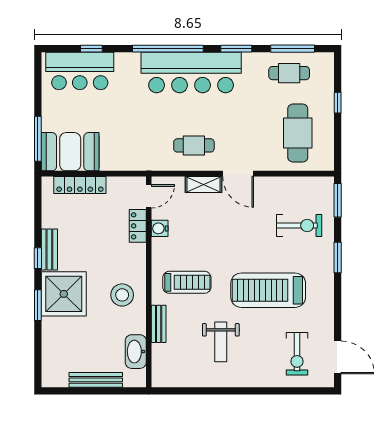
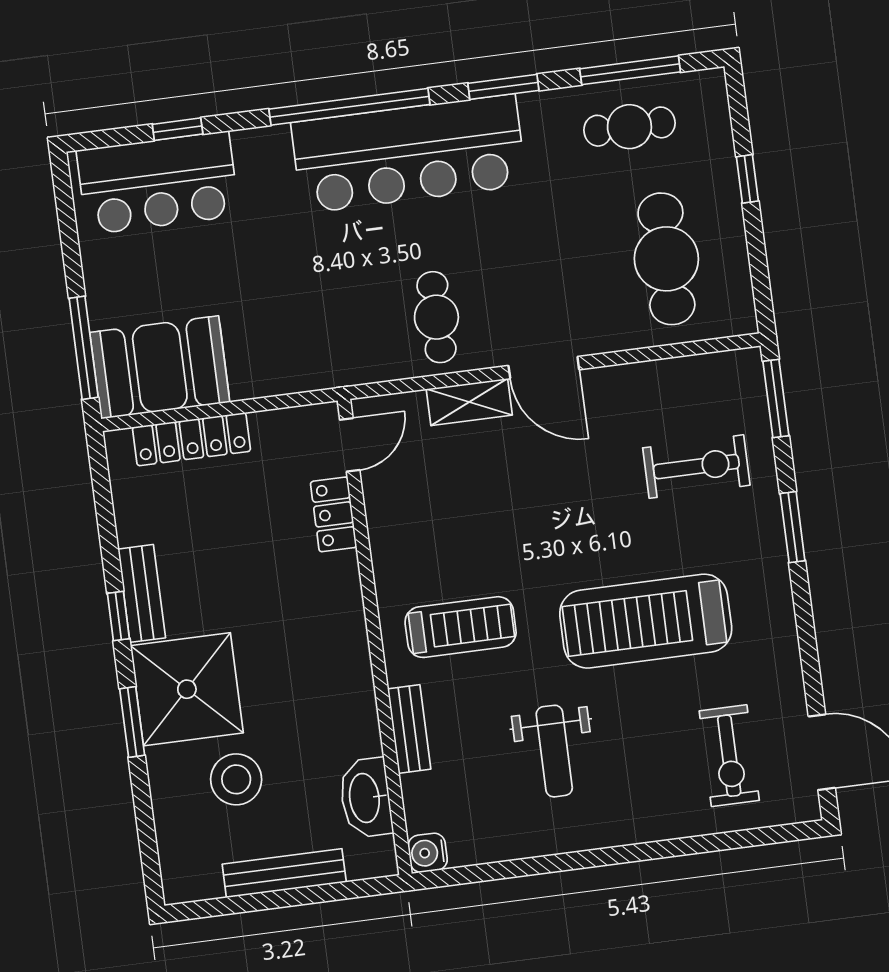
cafe table: (194, 145) -> (436, 317), turned 90
water cooler: (160, 228) -> (428, 853), moved
stool: (122, 295) -> (236, 779), moved

